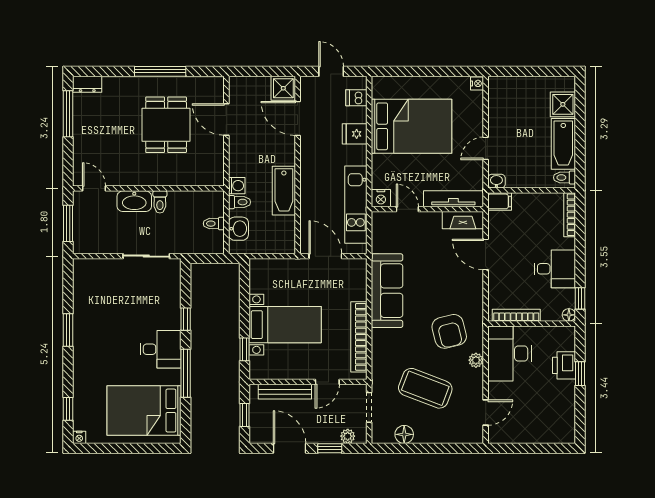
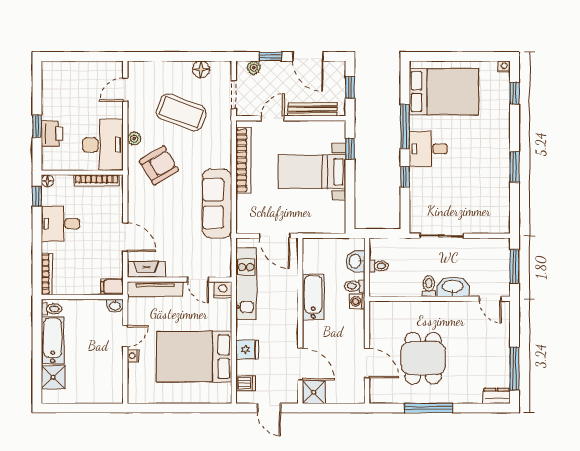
nightstand: (477, 83) -> (133, 356), moved
armchair: (449, 331) -> (159, 165), turned 73

